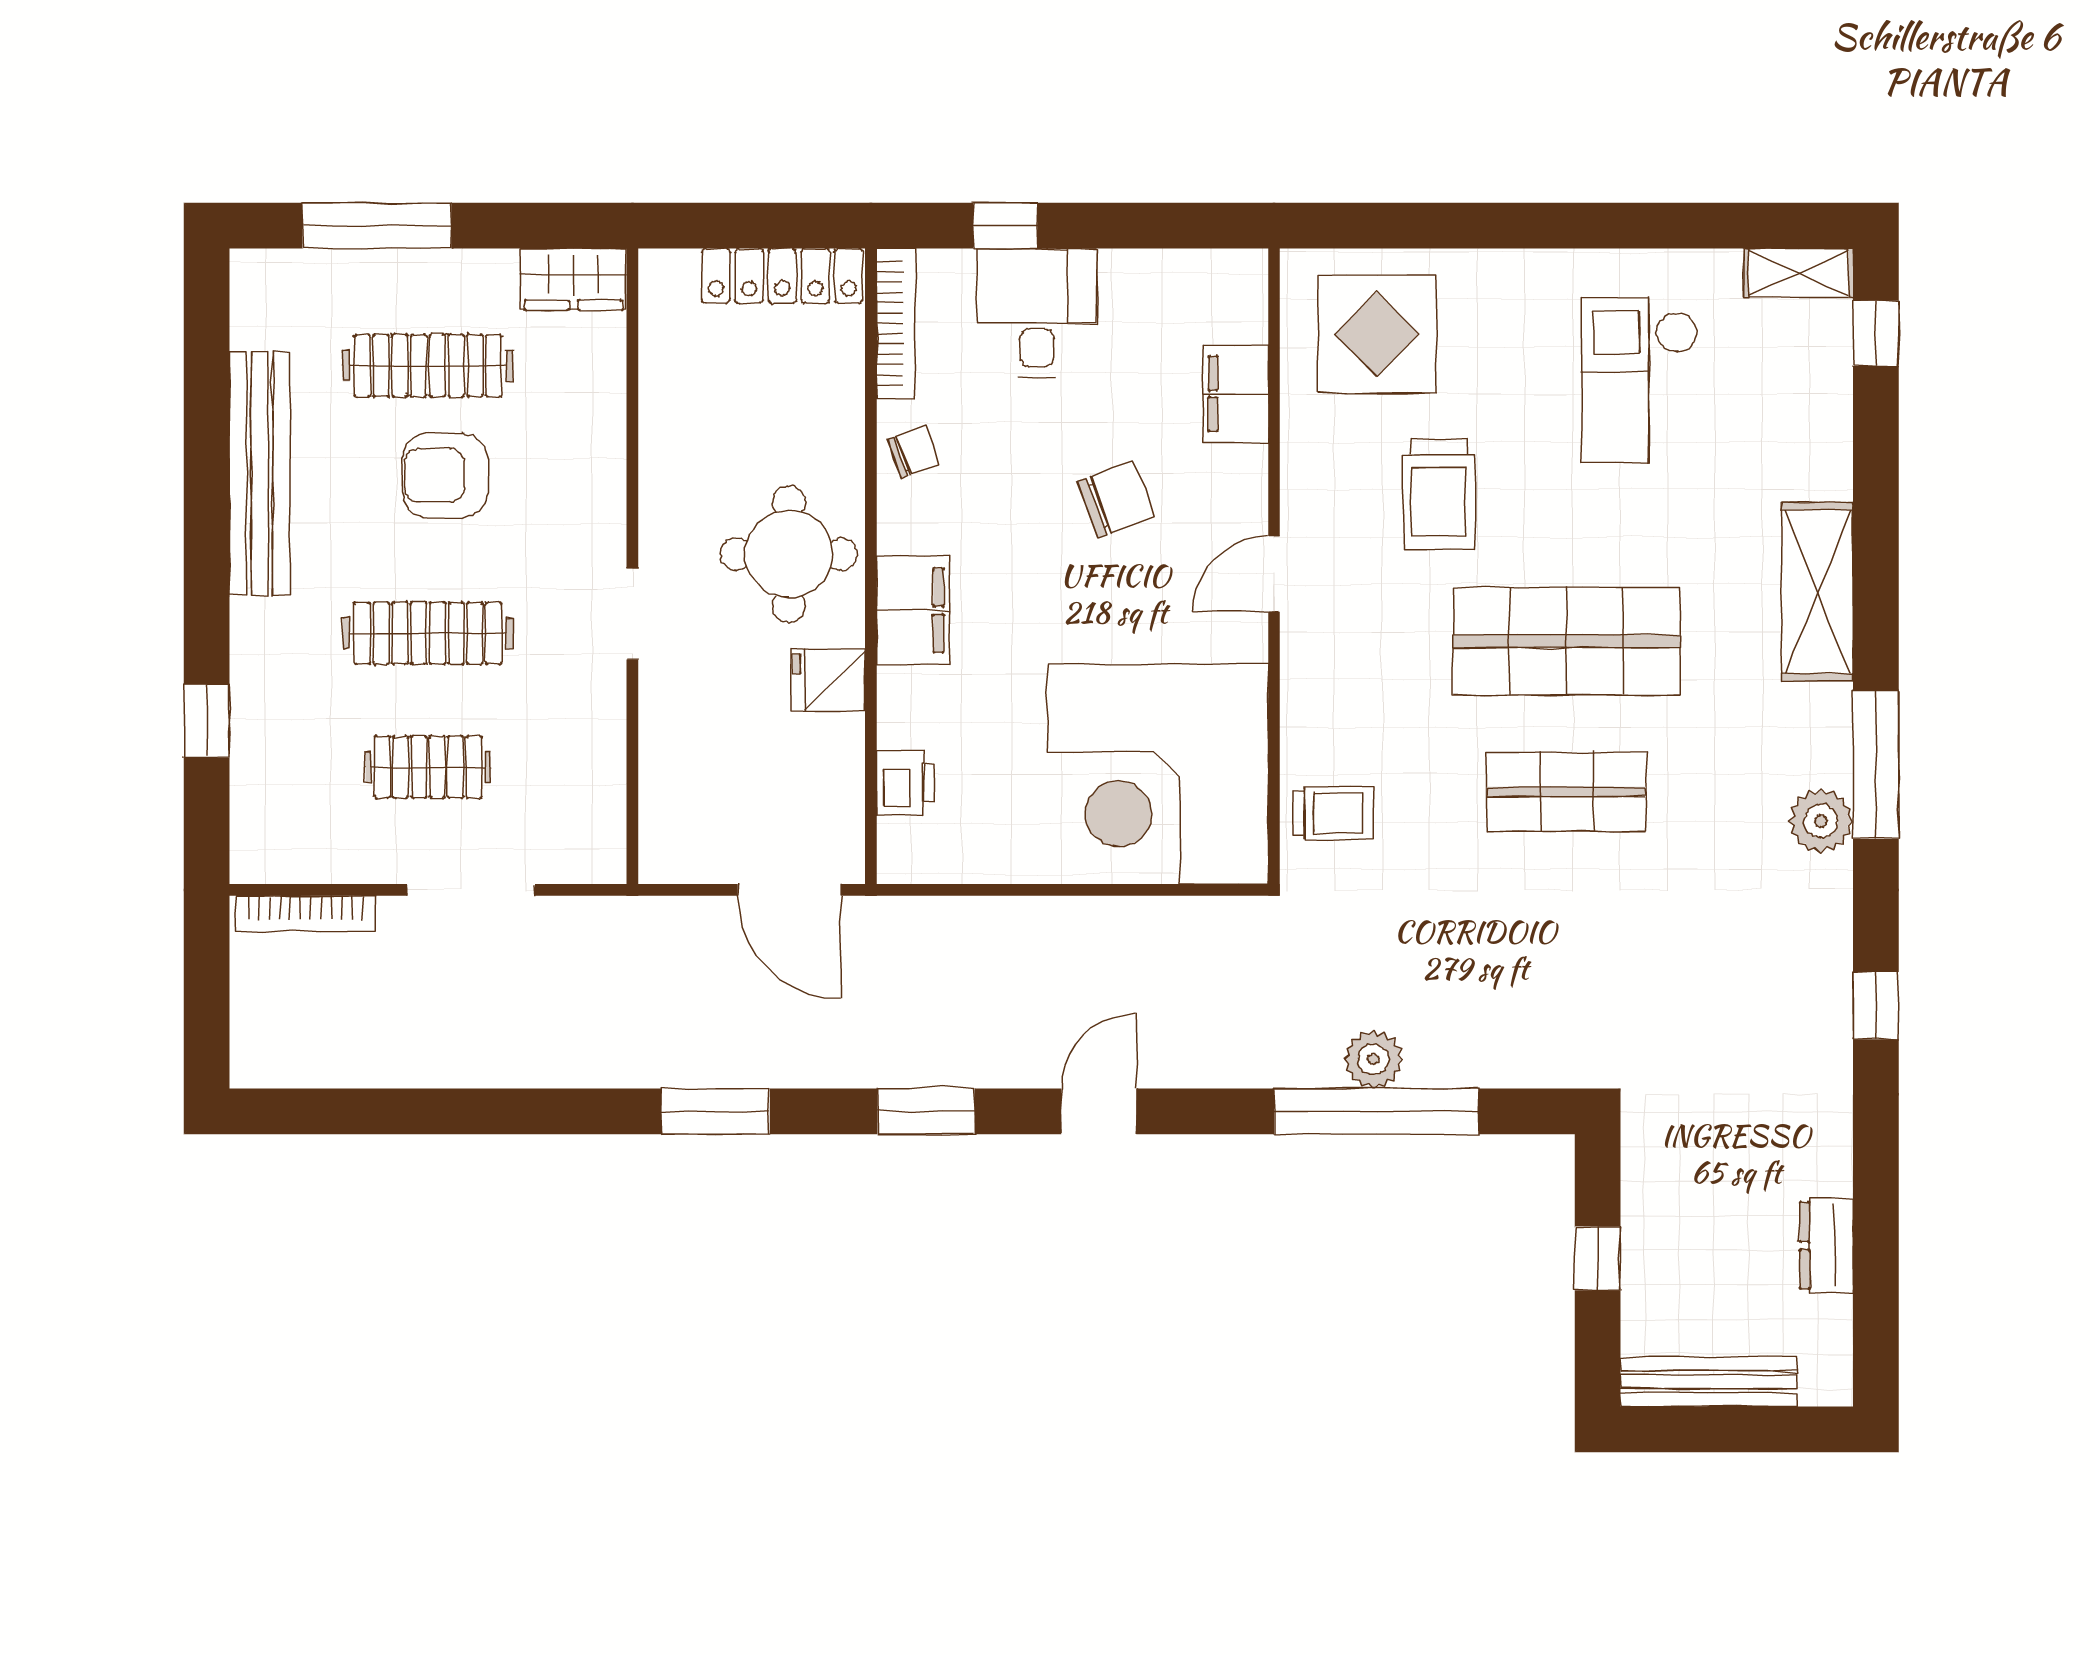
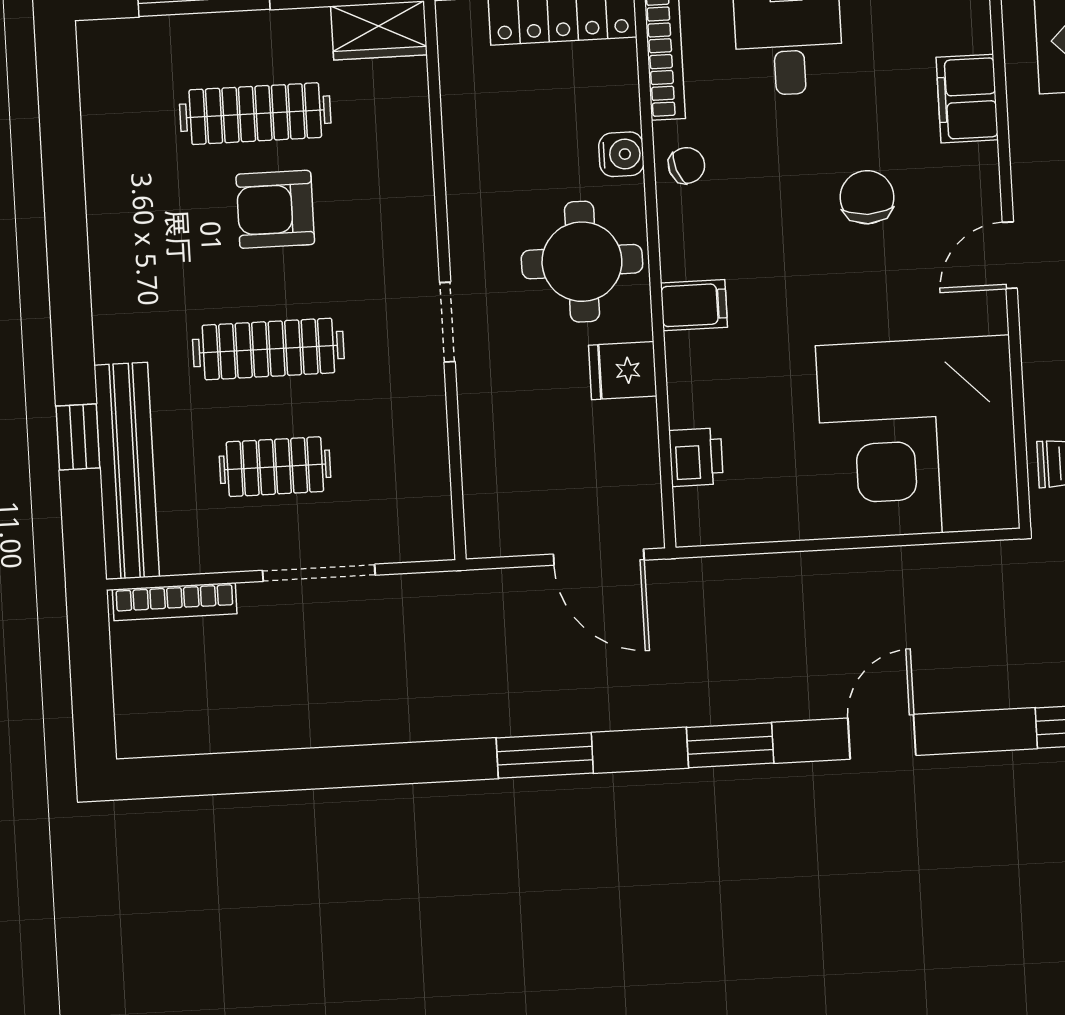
water cooler: (840, 435) -> (621, 154), added
bench: (260, 474) -> (127, 471), moved
chair: (1116, 499) -> (867, 197), turned -70
filing cabinet: (913, 610) -> (694, 305), width x0.50

